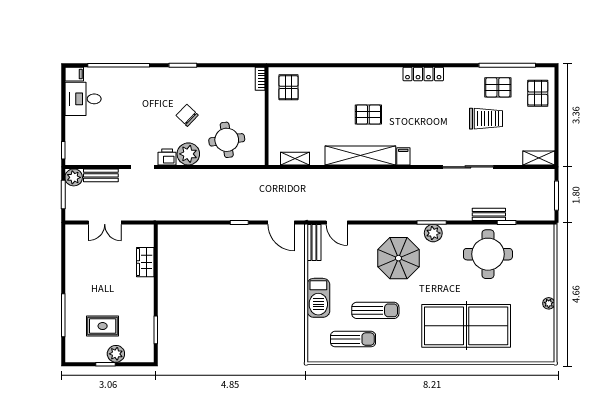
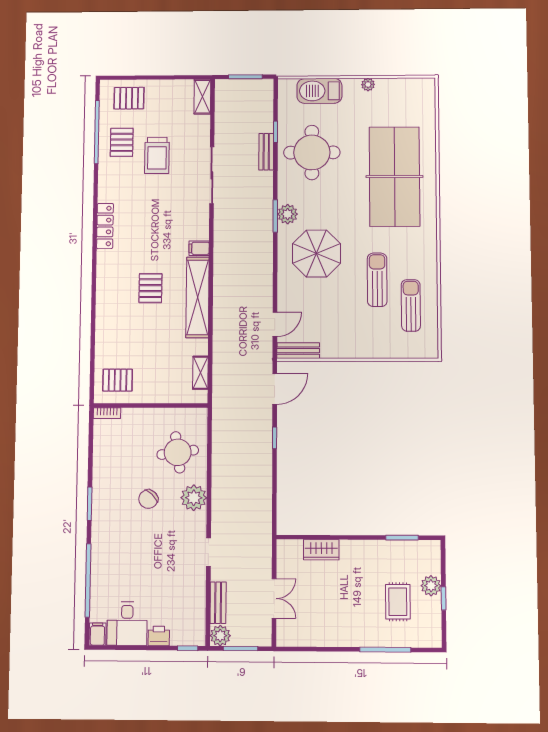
trolley: (486, 119) -> (157, 155), turned 180
printer: (167, 157) -> (159, 636), moved, turned 90
barbecue: (318, 298) -> (319, 91), moved, turned 180

